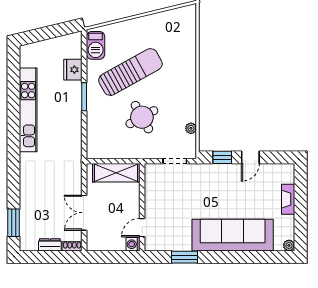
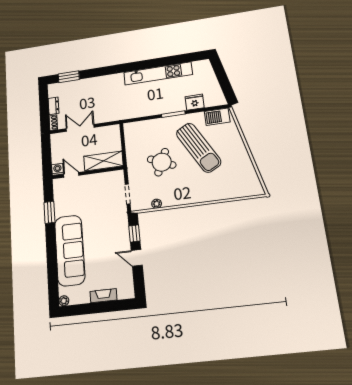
round table: (142, 117) -> (162, 162), turned -38
shelving: (116, 173) -> (103, 161), moved, turned 90

